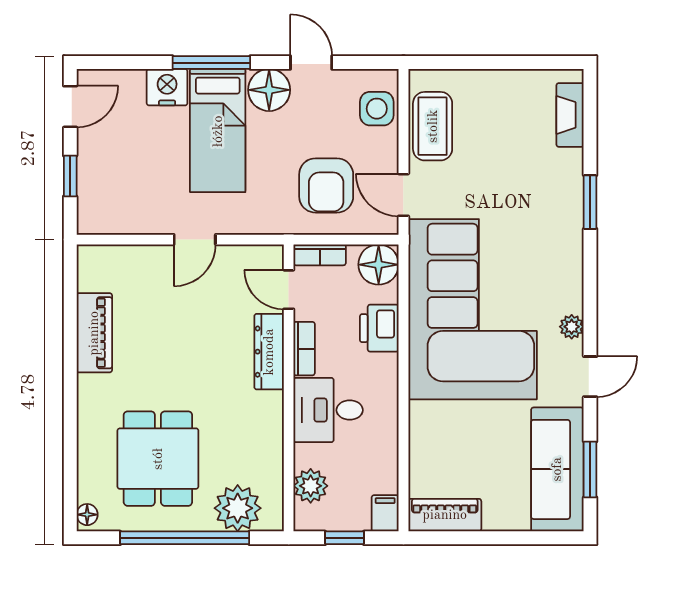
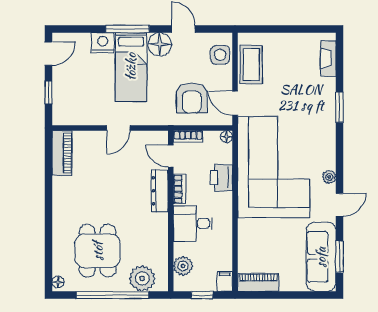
floor lamp: (379, 265) -> (226, 137), width x0.53, depth x0.53
piano: (94, 333) -> (62, 153), moved

